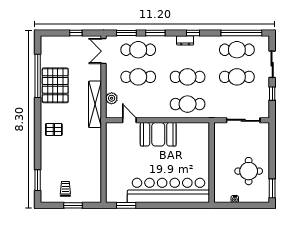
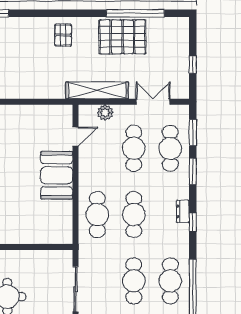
double door: (103, 51) -> (153, 102), moved

